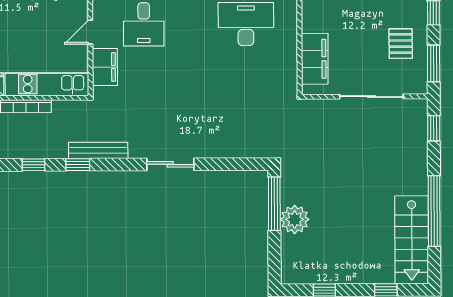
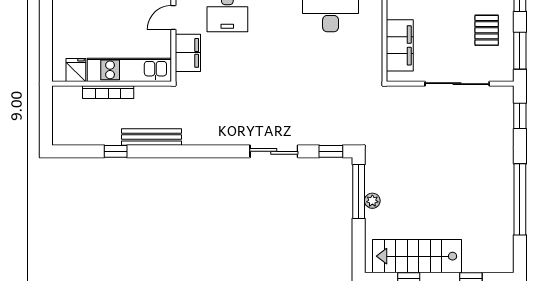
bench: (98, 150) -> (152, 137), moved
sliding door: (170, 164) -> (274, 151), moved
window: (78, 165) -> (331, 151), moved
plant: (295, 219) -> (372, 201), width x0.53, depth x0.53
stairs: (412, 240) -> (417, 256), moved, turned 90

